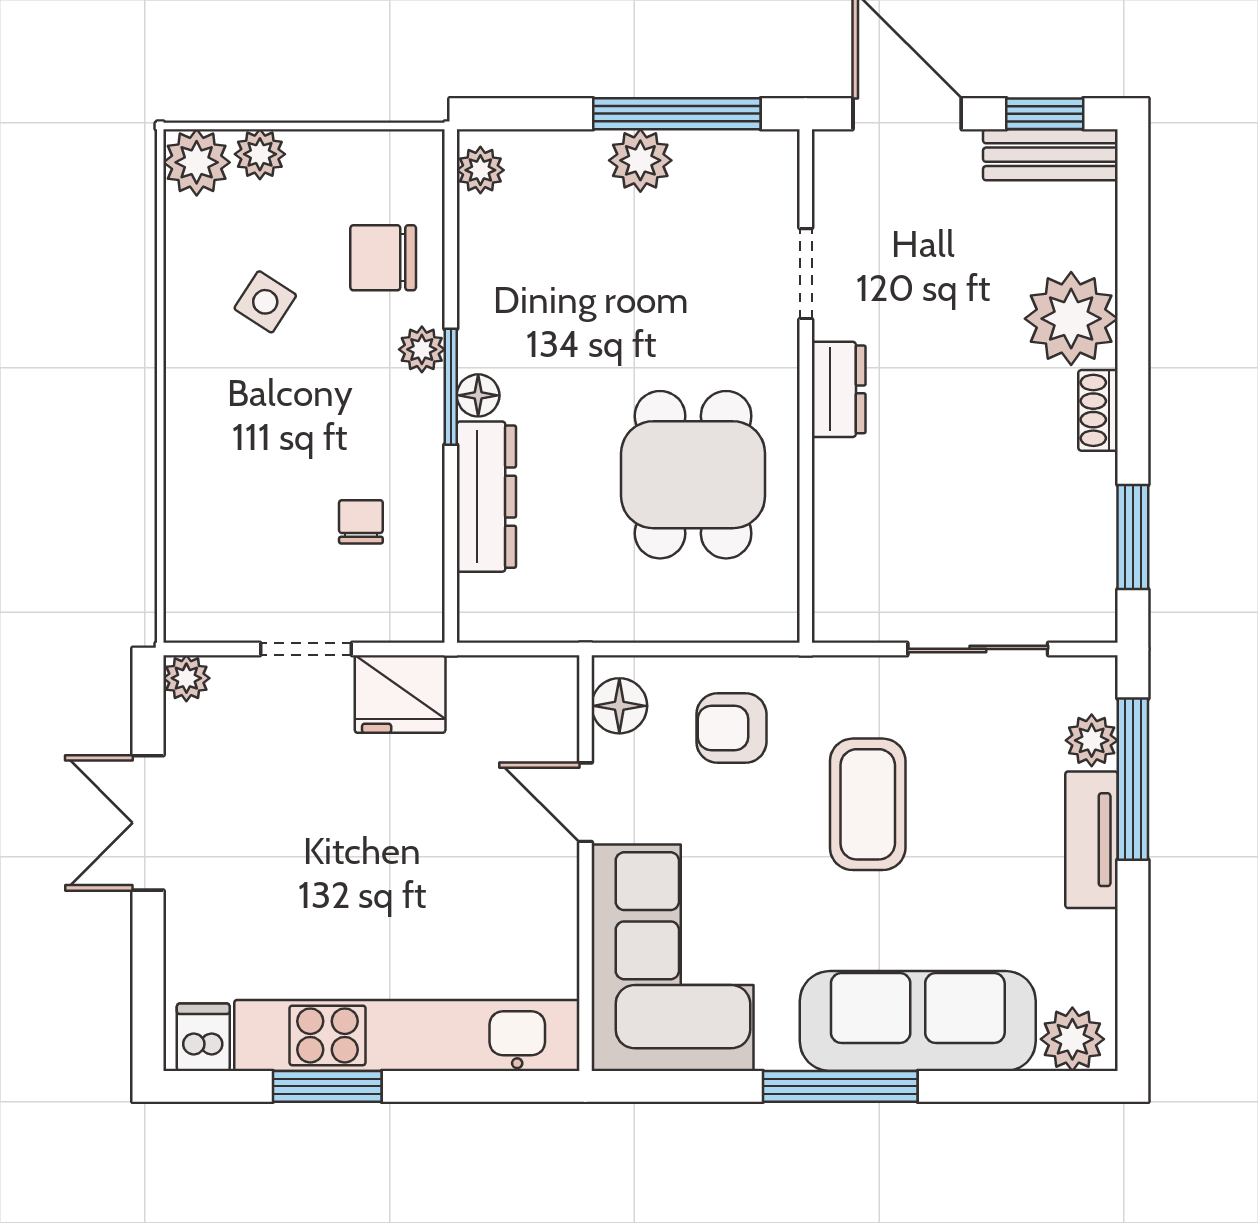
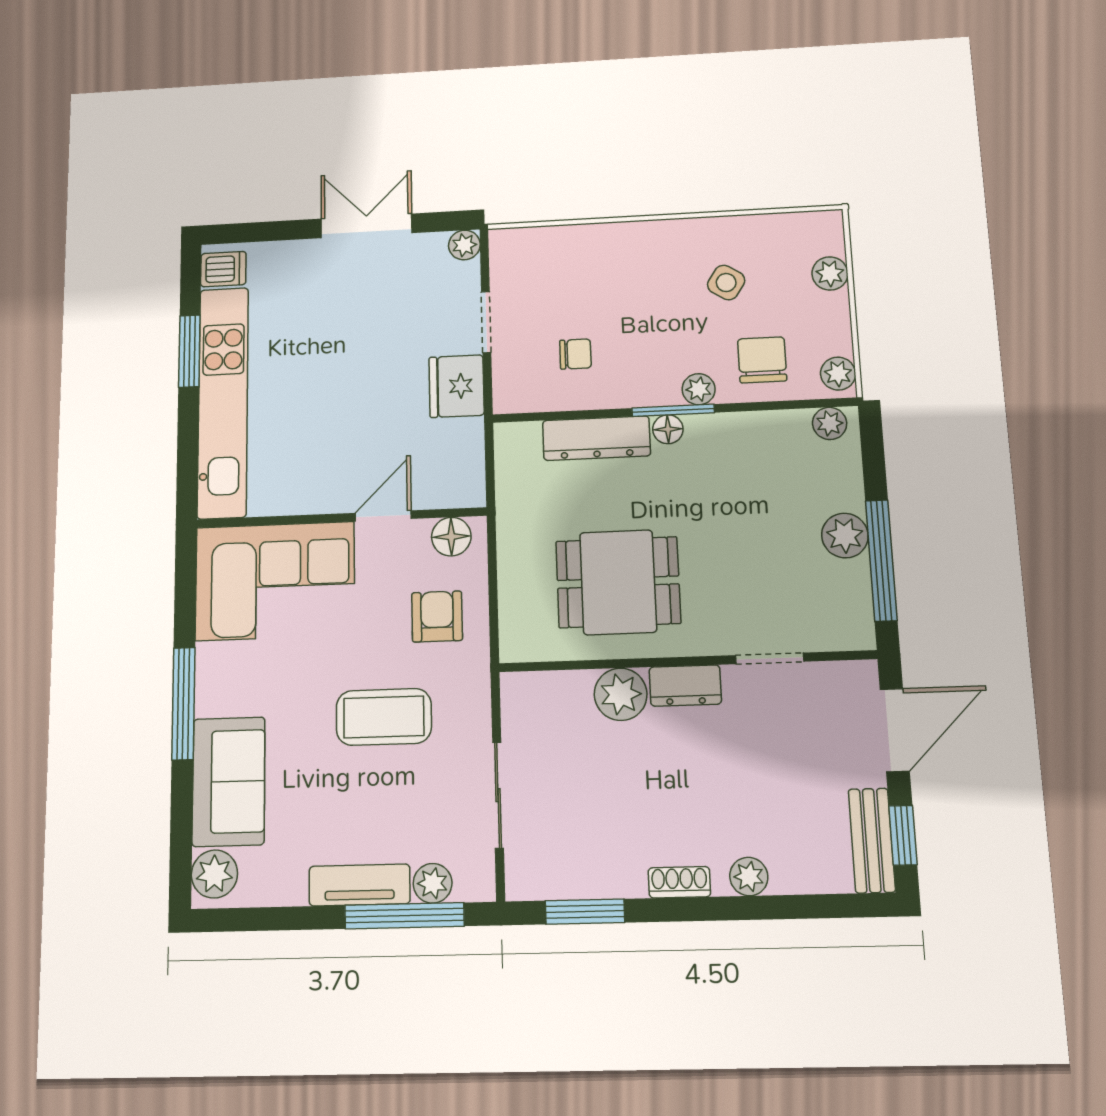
plant: (197, 162) -> (838, 374), moved, width x0.73, depth x0.73
plant: (1071, 319) -> (749, 877), width x0.53, depth x0.53
plant: (847, 478) -> (621, 694), added
sofa: (918, 1021) -> (229, 781), width x0.73

